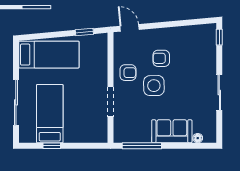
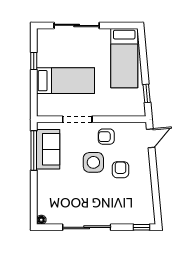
armchair: (128, 73) -> (106, 137), turned 90
sliding door: (219, 92) -> (87, 227), width x1.37
bed: (50, 114) -> (66, 81), moved
sofa: (172, 131) -> (48, 149), moved
floor lamp: (198, 138) -> (41, 220), moved

